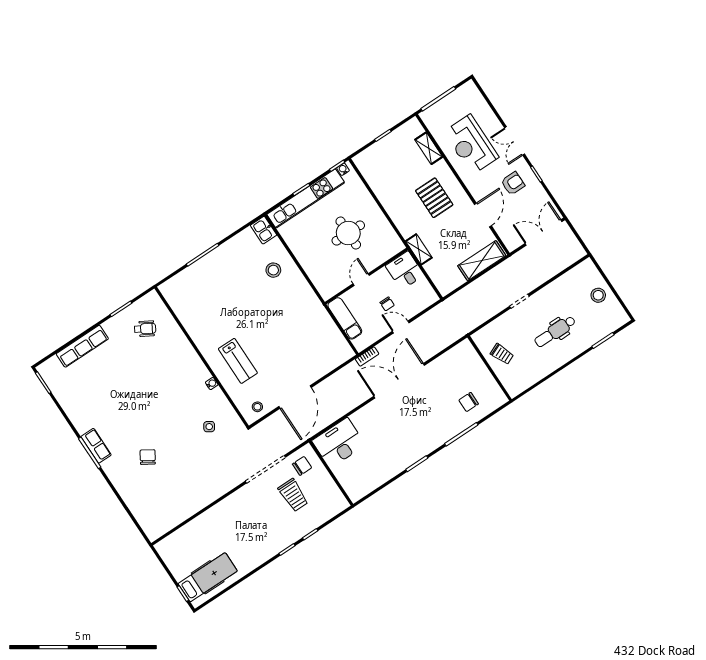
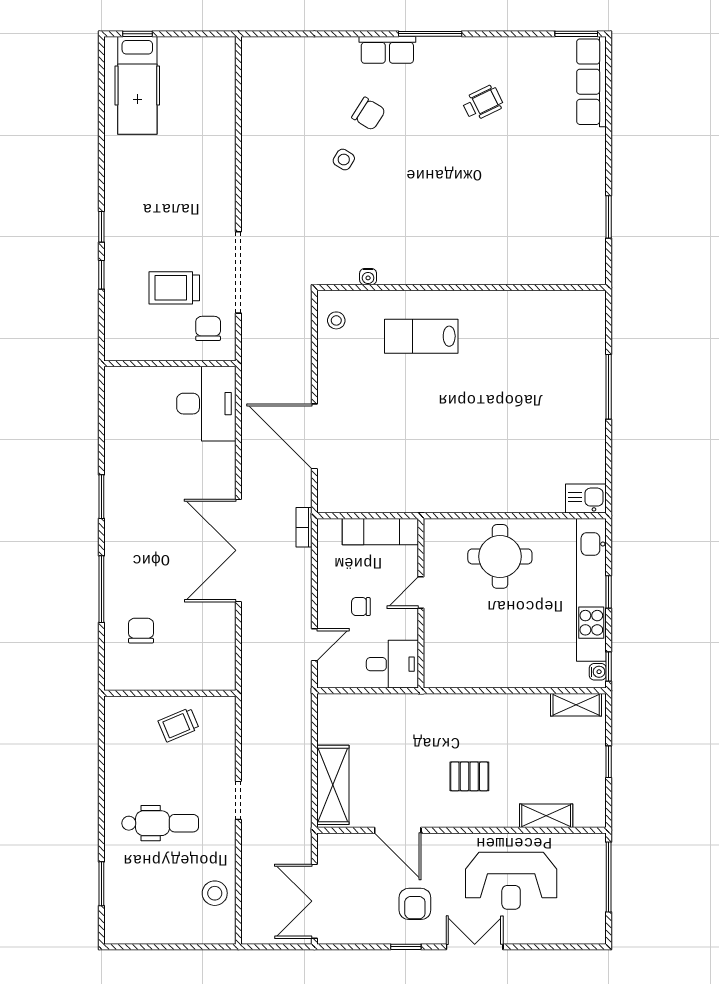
reception desk: (471, 144) -> (511, 881), turned 180
pallet: (434, 198) -> (469, 776), width x0.67, depth x0.71
round table: (348, 233) -> (500, 556), moved
double door: (544, 233) -> (314, 901), swing flipped
shelving: (419, 249) -> (576, 705), moved
stool: (273, 270) -> (519, 474), removed
door: (361, 280) -> (421, 592), swing flipped
stool: (598, 295) -> (215, 893), moved
door: (401, 327) -> (314, 645), moved
wheelchair: (145, 329) -> (483, 103), moved, turned -146
dental chair: (555, 332) -> (160, 823), turned 90
row of seats: (82, 346) -> (591, 82), moved
double door: (399, 381) -> (238, 550), swing flipped
water cooler: (212, 384) -> (368, 277), moved
door: (295, 397) -> (314, 436), moved
side table: (209, 427) -> (344, 160), moved
row of seats: (96, 446) -> (387, 50), moved
chair: (302, 466) -> (208, 328), turned 180

